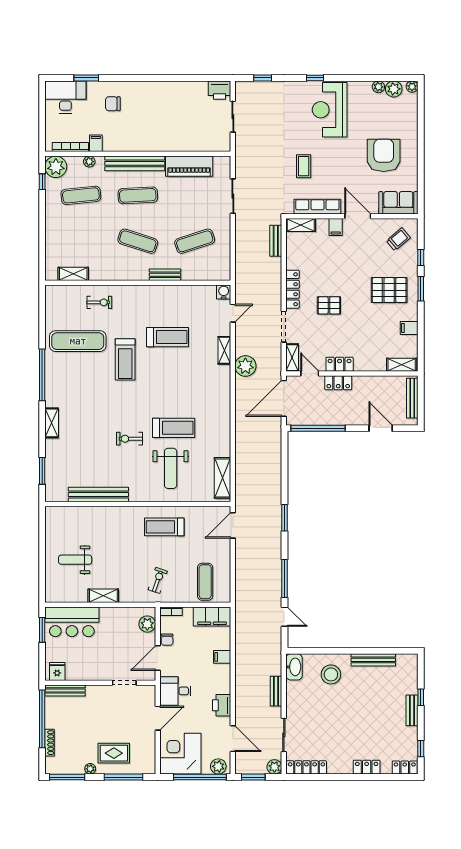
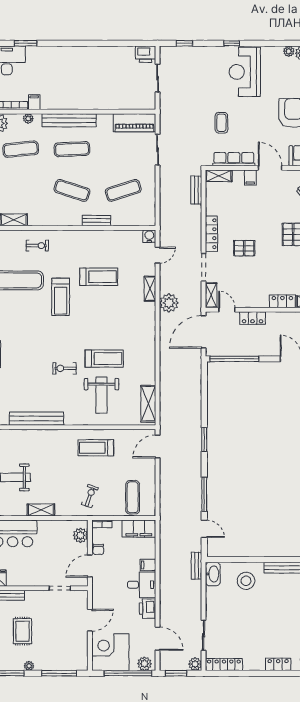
chair: (113, 104) -> (49, 67), removed
piano: (189, 166) -> (134, 123), moved
locker: (340, 364) -> (282, 301), moved
desk: (175, 691) -> (142, 585), moved, turned 180
bench: (276, 691) -> (196, 566), moved
rug: (114, 753) -> (22, 631), moved, turned 90

